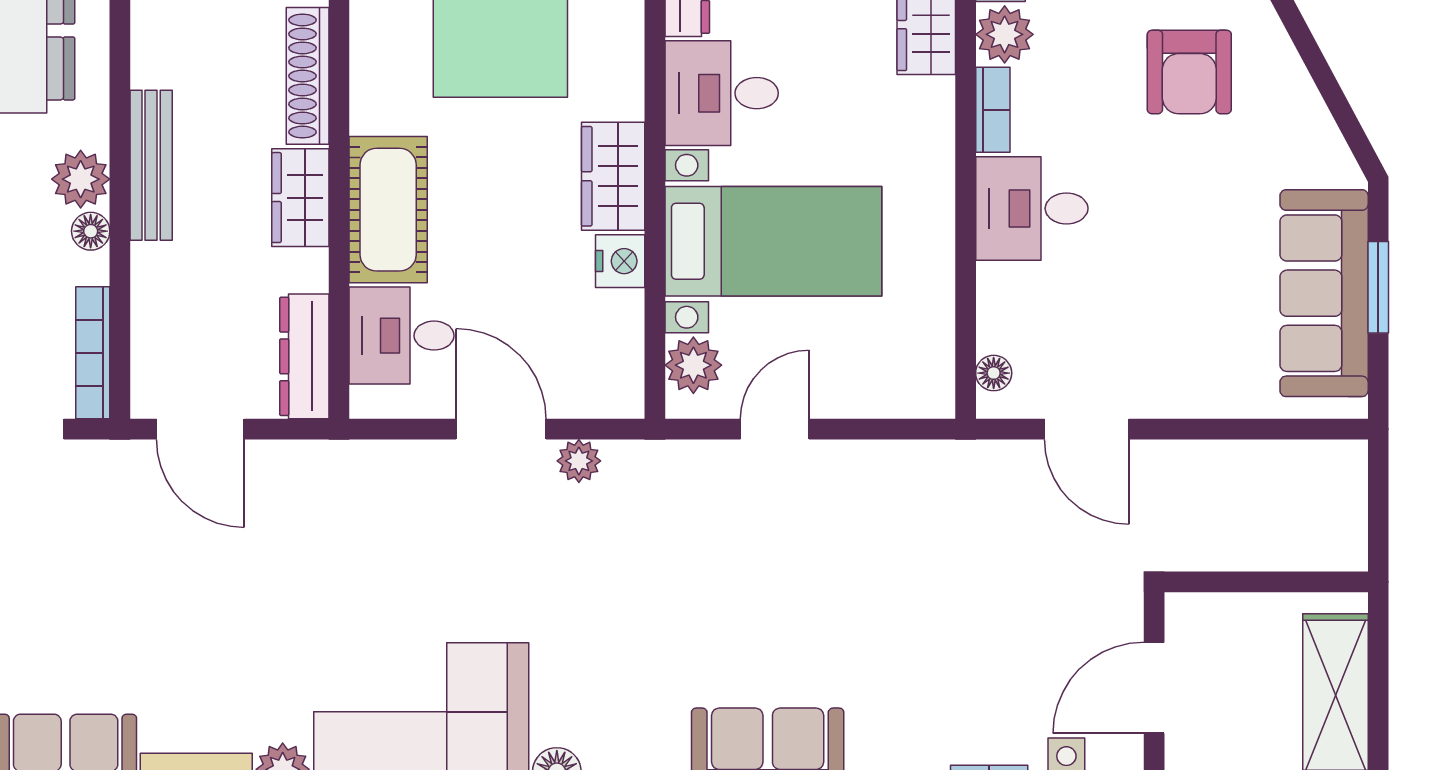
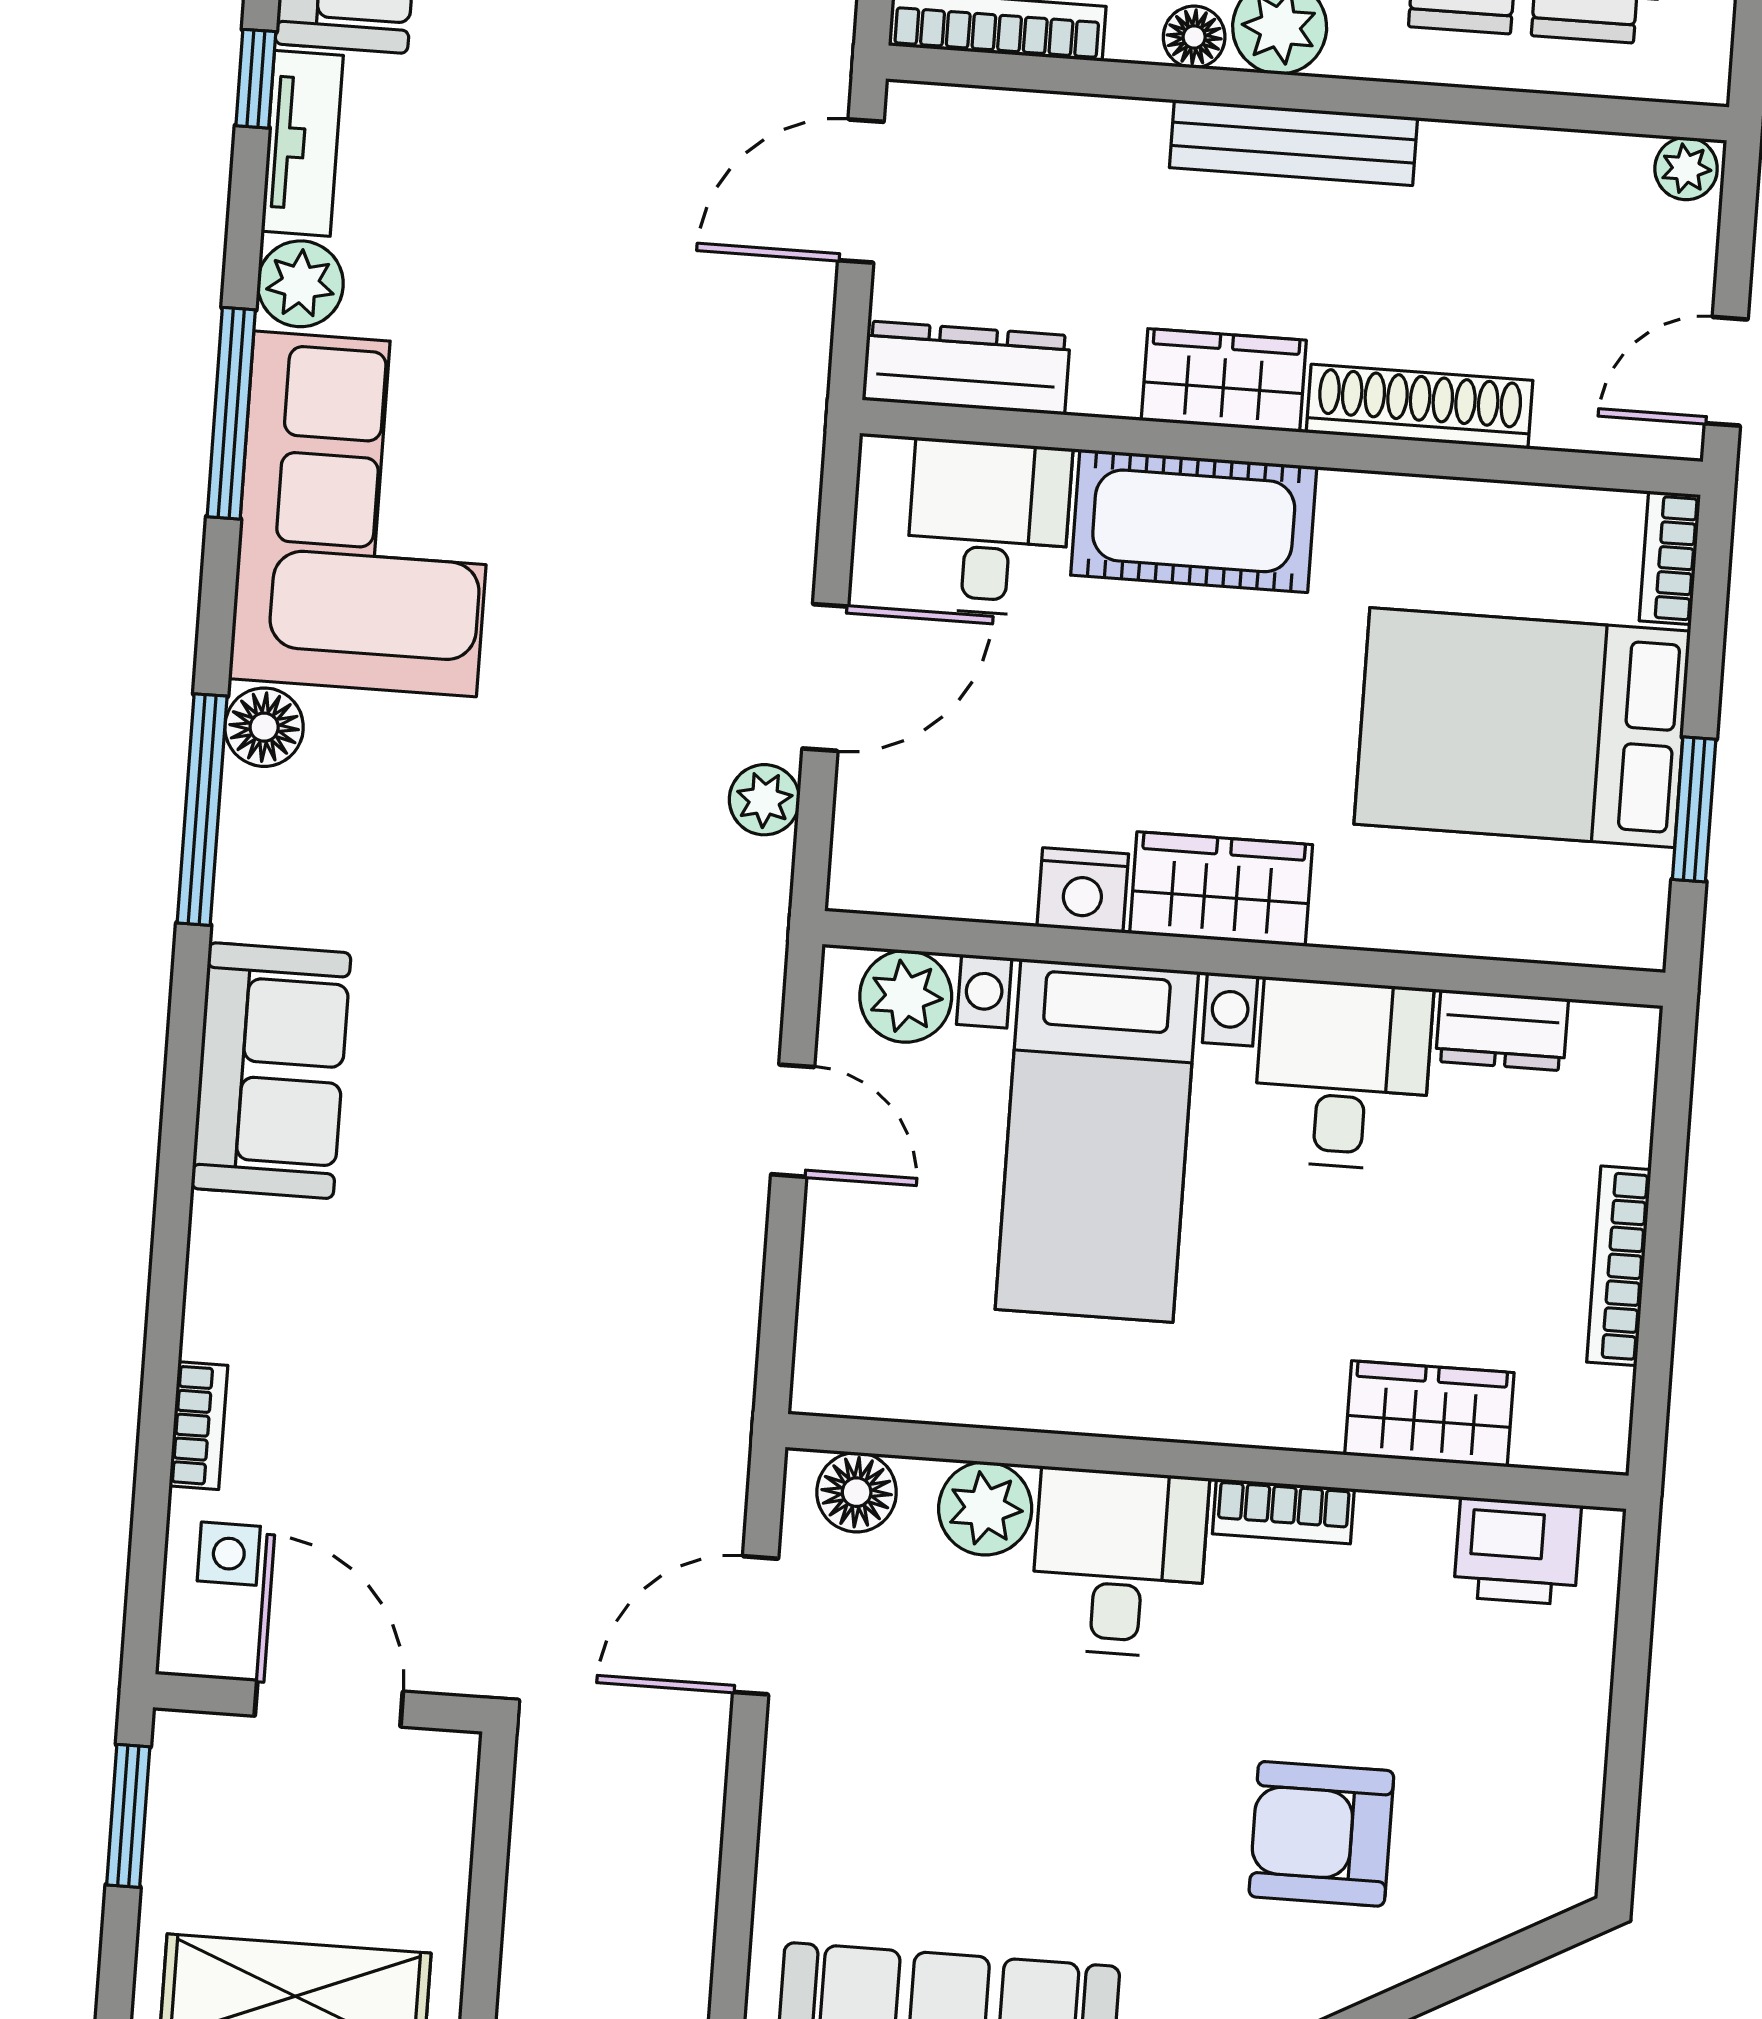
plant: (1005, 34) -> (985, 1508), moved
floor lamp: (994, 373) -> (857, 1492), width x1.37, depth x1.37

